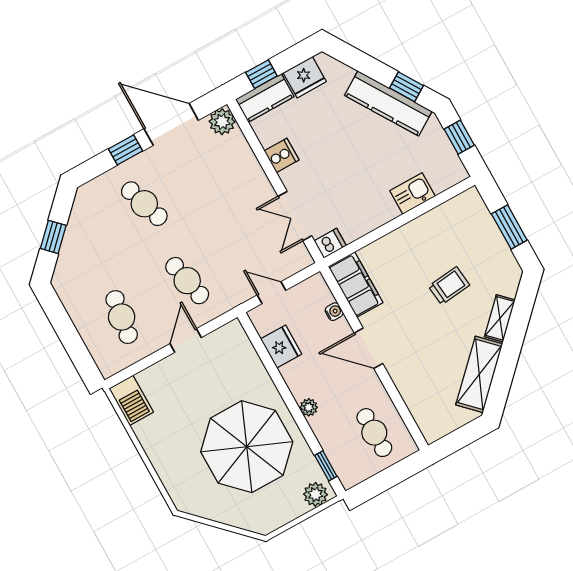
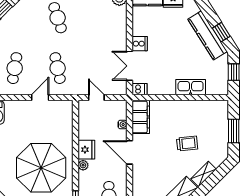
cooker: (282, 155) -> (140, 44), moved
kitchen sink: (413, 193) -> (191, 87), width x1.38
fridge: (281, 347) -> (86, 150), moved

